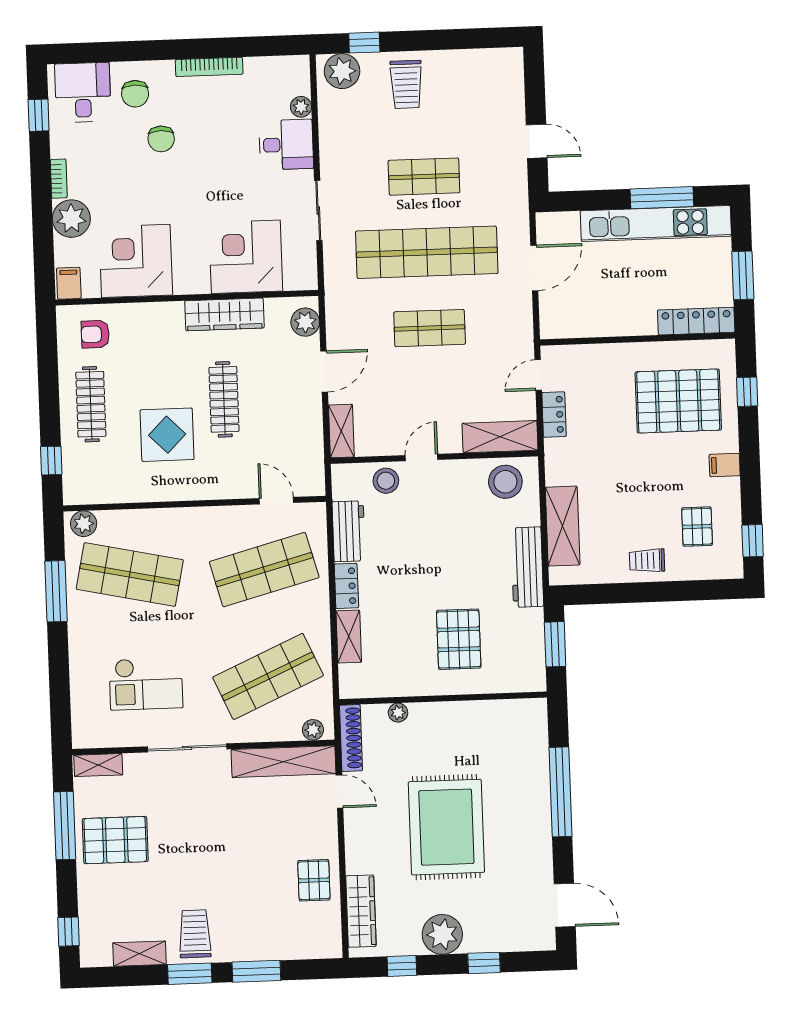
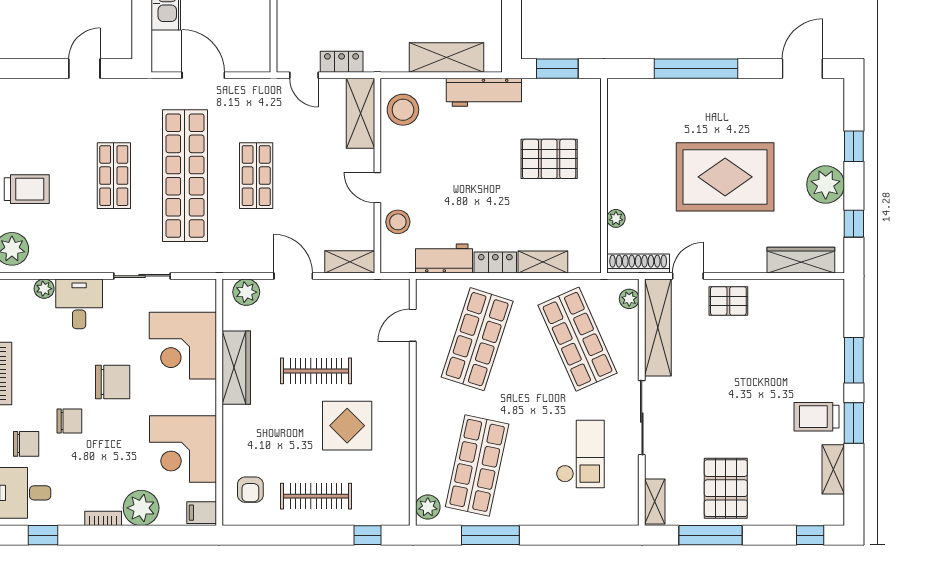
chair: (204, 183) -> (113, 382), added
shop shelf: (264, 570) -> (477, 339), turned 33
pallet: (314, 880) -> (728, 301), moved

